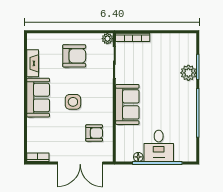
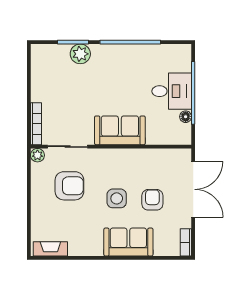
armchair: (74, 56) -> (69, 186), moved, turned 90
fireplace: (33, 63) -> (50, 249), moved
sofa: (38, 98) -> (128, 242), moved
armchair: (94, 133) -> (152, 200), moved

